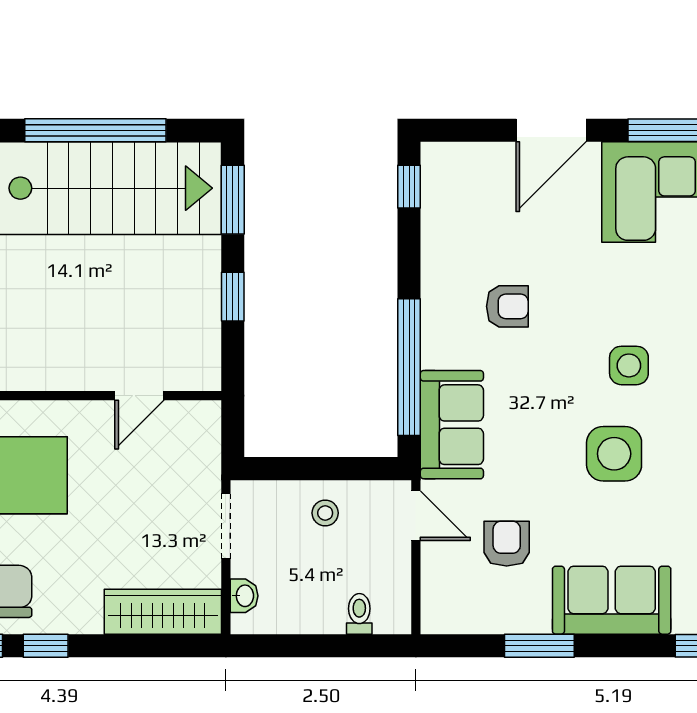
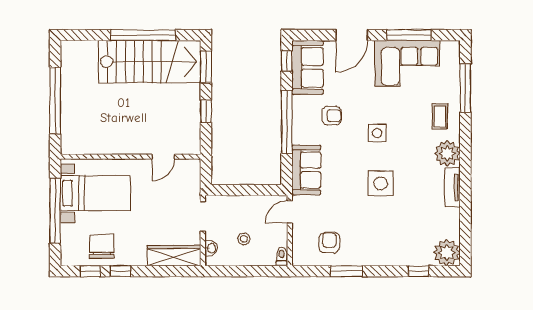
side table: (629, 365) -> (377, 133), moved
window: (409, 367) -> (287, 122), moved
stool: (325, 513) -> (244, 239), moved
door: (416, 516) -> (290, 212), swing flipped
armchair: (507, 544) -> (329, 243), moved
sofa: (612, 600) -> (308, 67), moved, turned 90
toilet: (359, 614) -> (282, 257), moved

